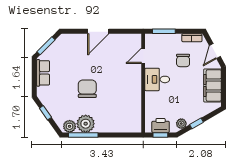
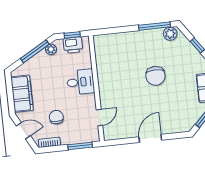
door: (215, 51) -> (23, 131), hinge flipped
desk: (157, 79) -> (80, 82), moved
window: (197, 123) -> (35, 51), width x2.17
plant: (86, 124) -> (153, 38), removed

